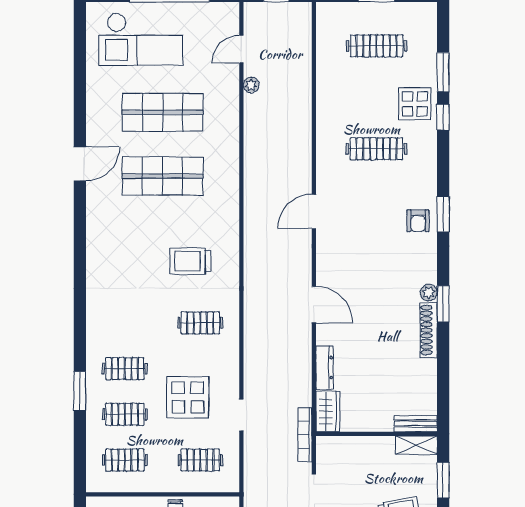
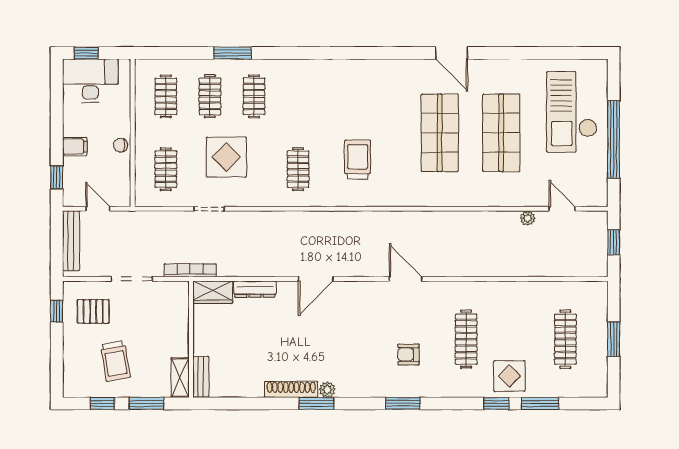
armchair: (418, 221) -> (408, 354), moved

